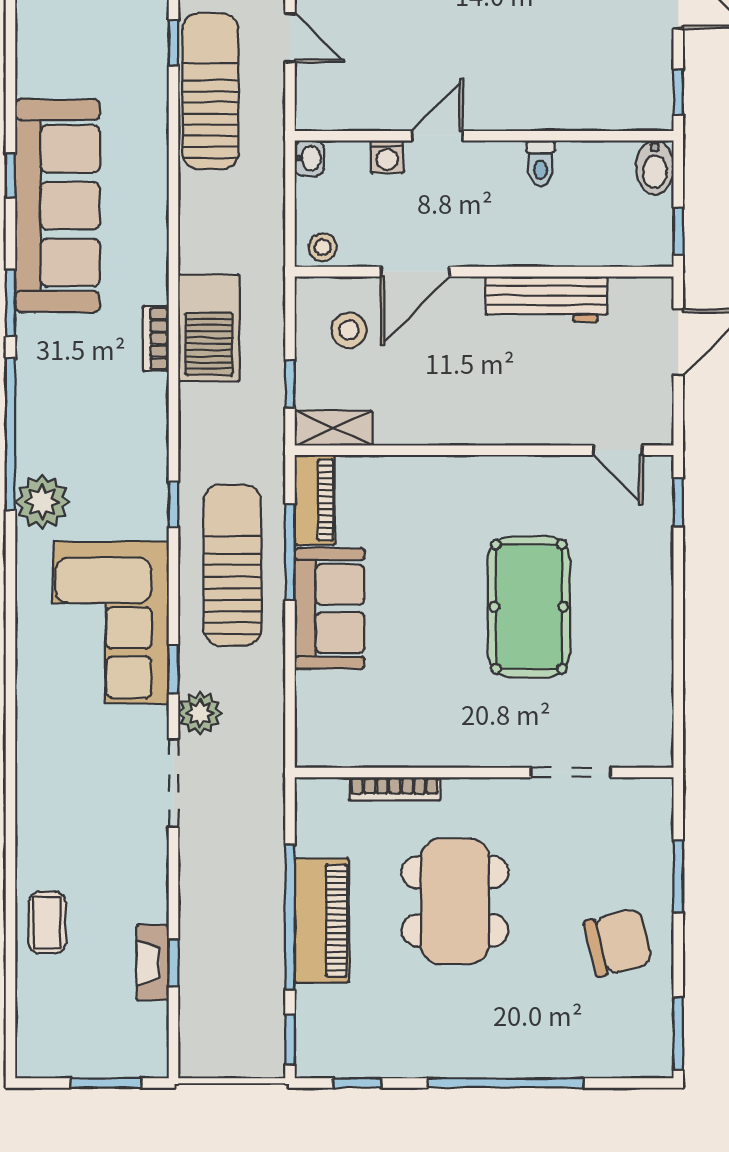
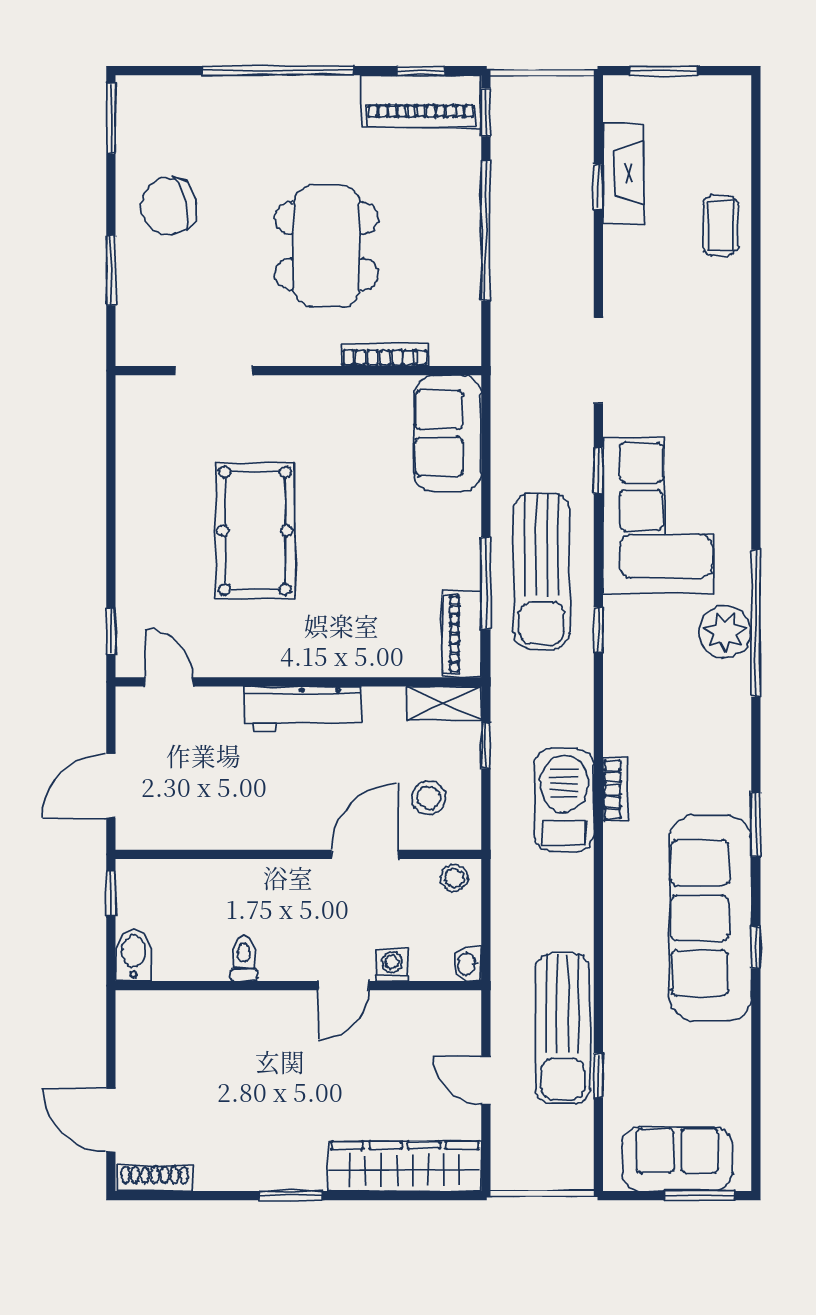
window: (678, 92) -> (111, 1028), removed
workbench: (546, 299) -> (302, 708), moved, turned 180
window: (10, 434) -> (756, 623), moved
sofa: (330, 609) -> (448, 433), moved
plant: (200, 713) -> (573, 428), removed
piano: (322, 920) -> (421, 101), moved, turned -90
fireplace: (153, 963) -> (623, 173), width x1.37, depth x1.32

